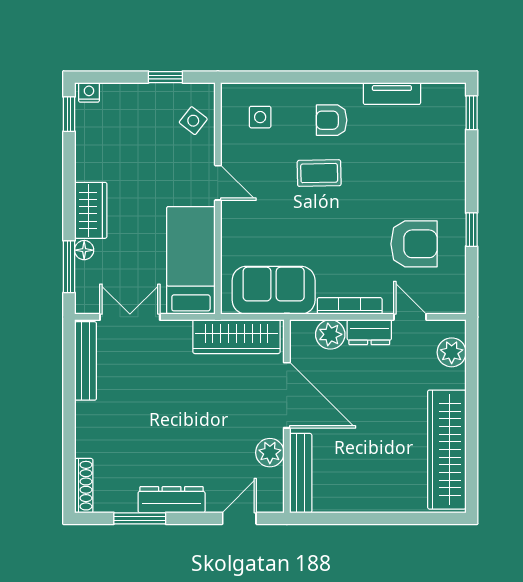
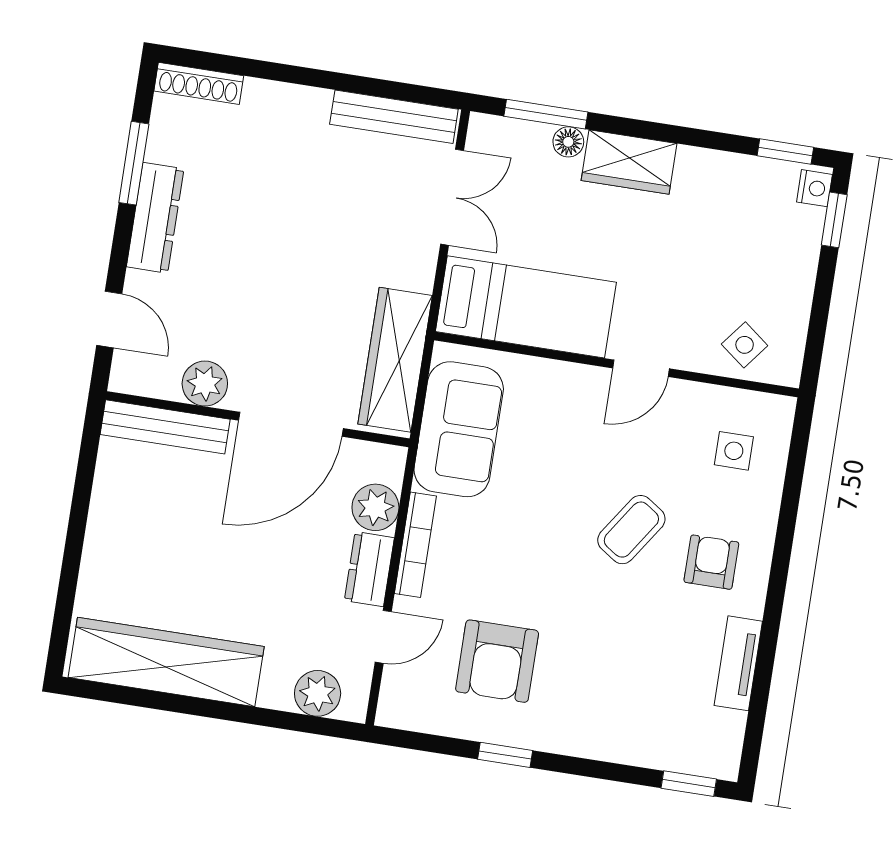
window: (165, 77) -> (834, 220), moved
coffee table: (319, 173) -> (631, 530), turned 35

